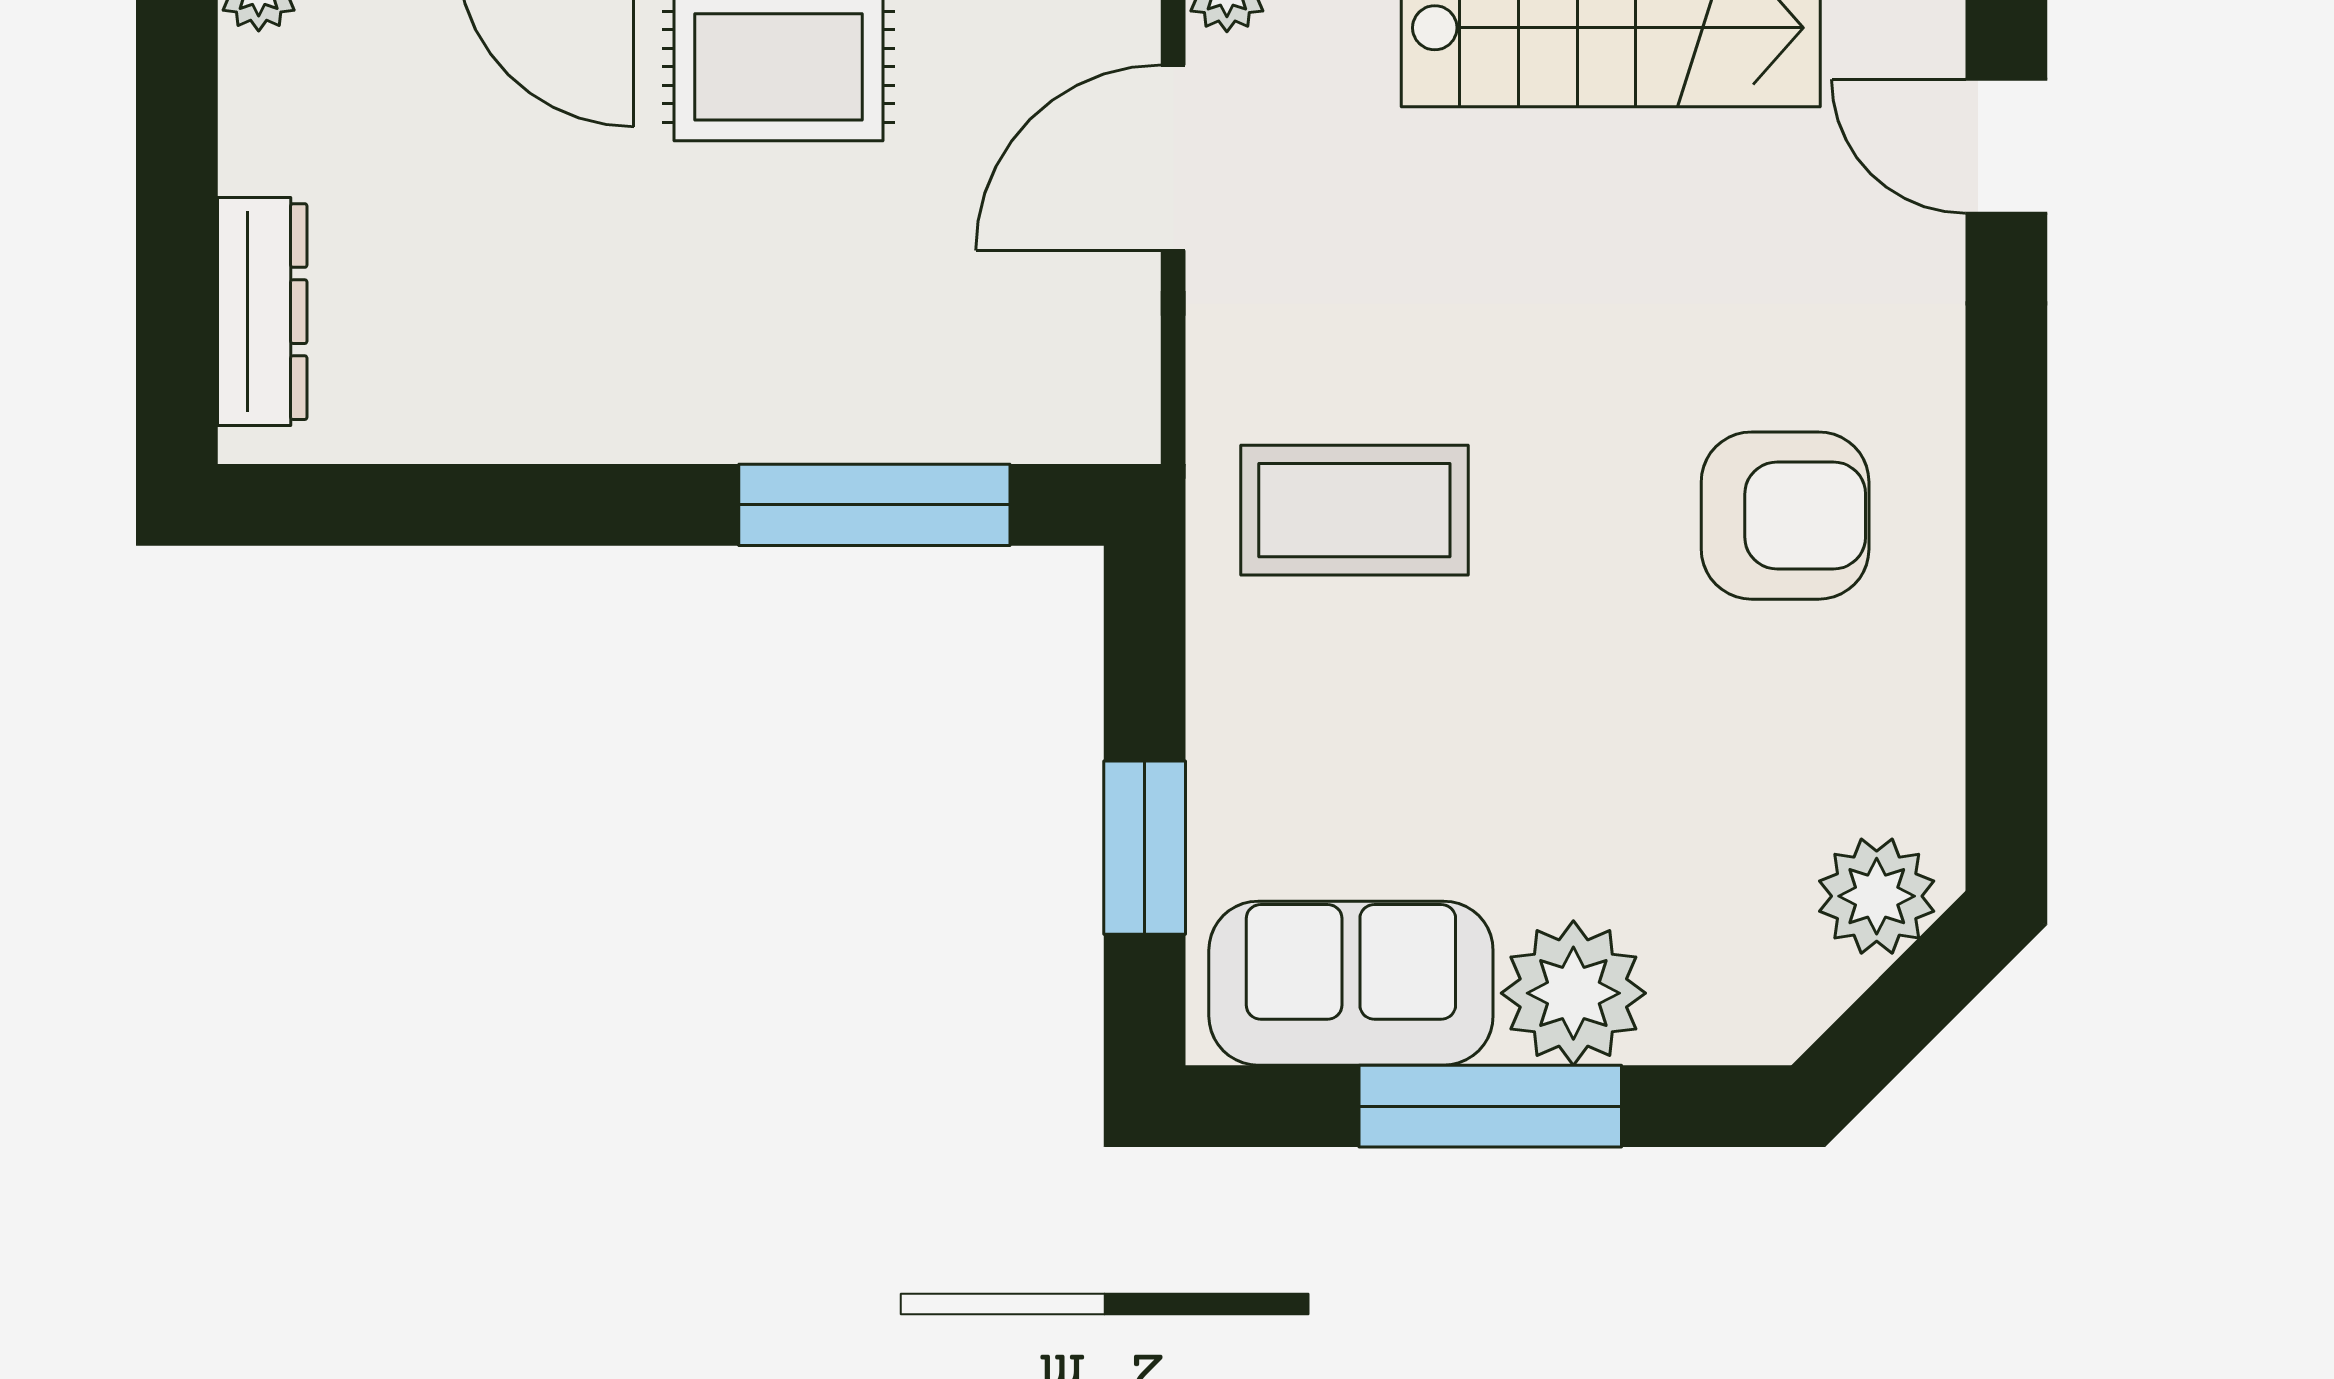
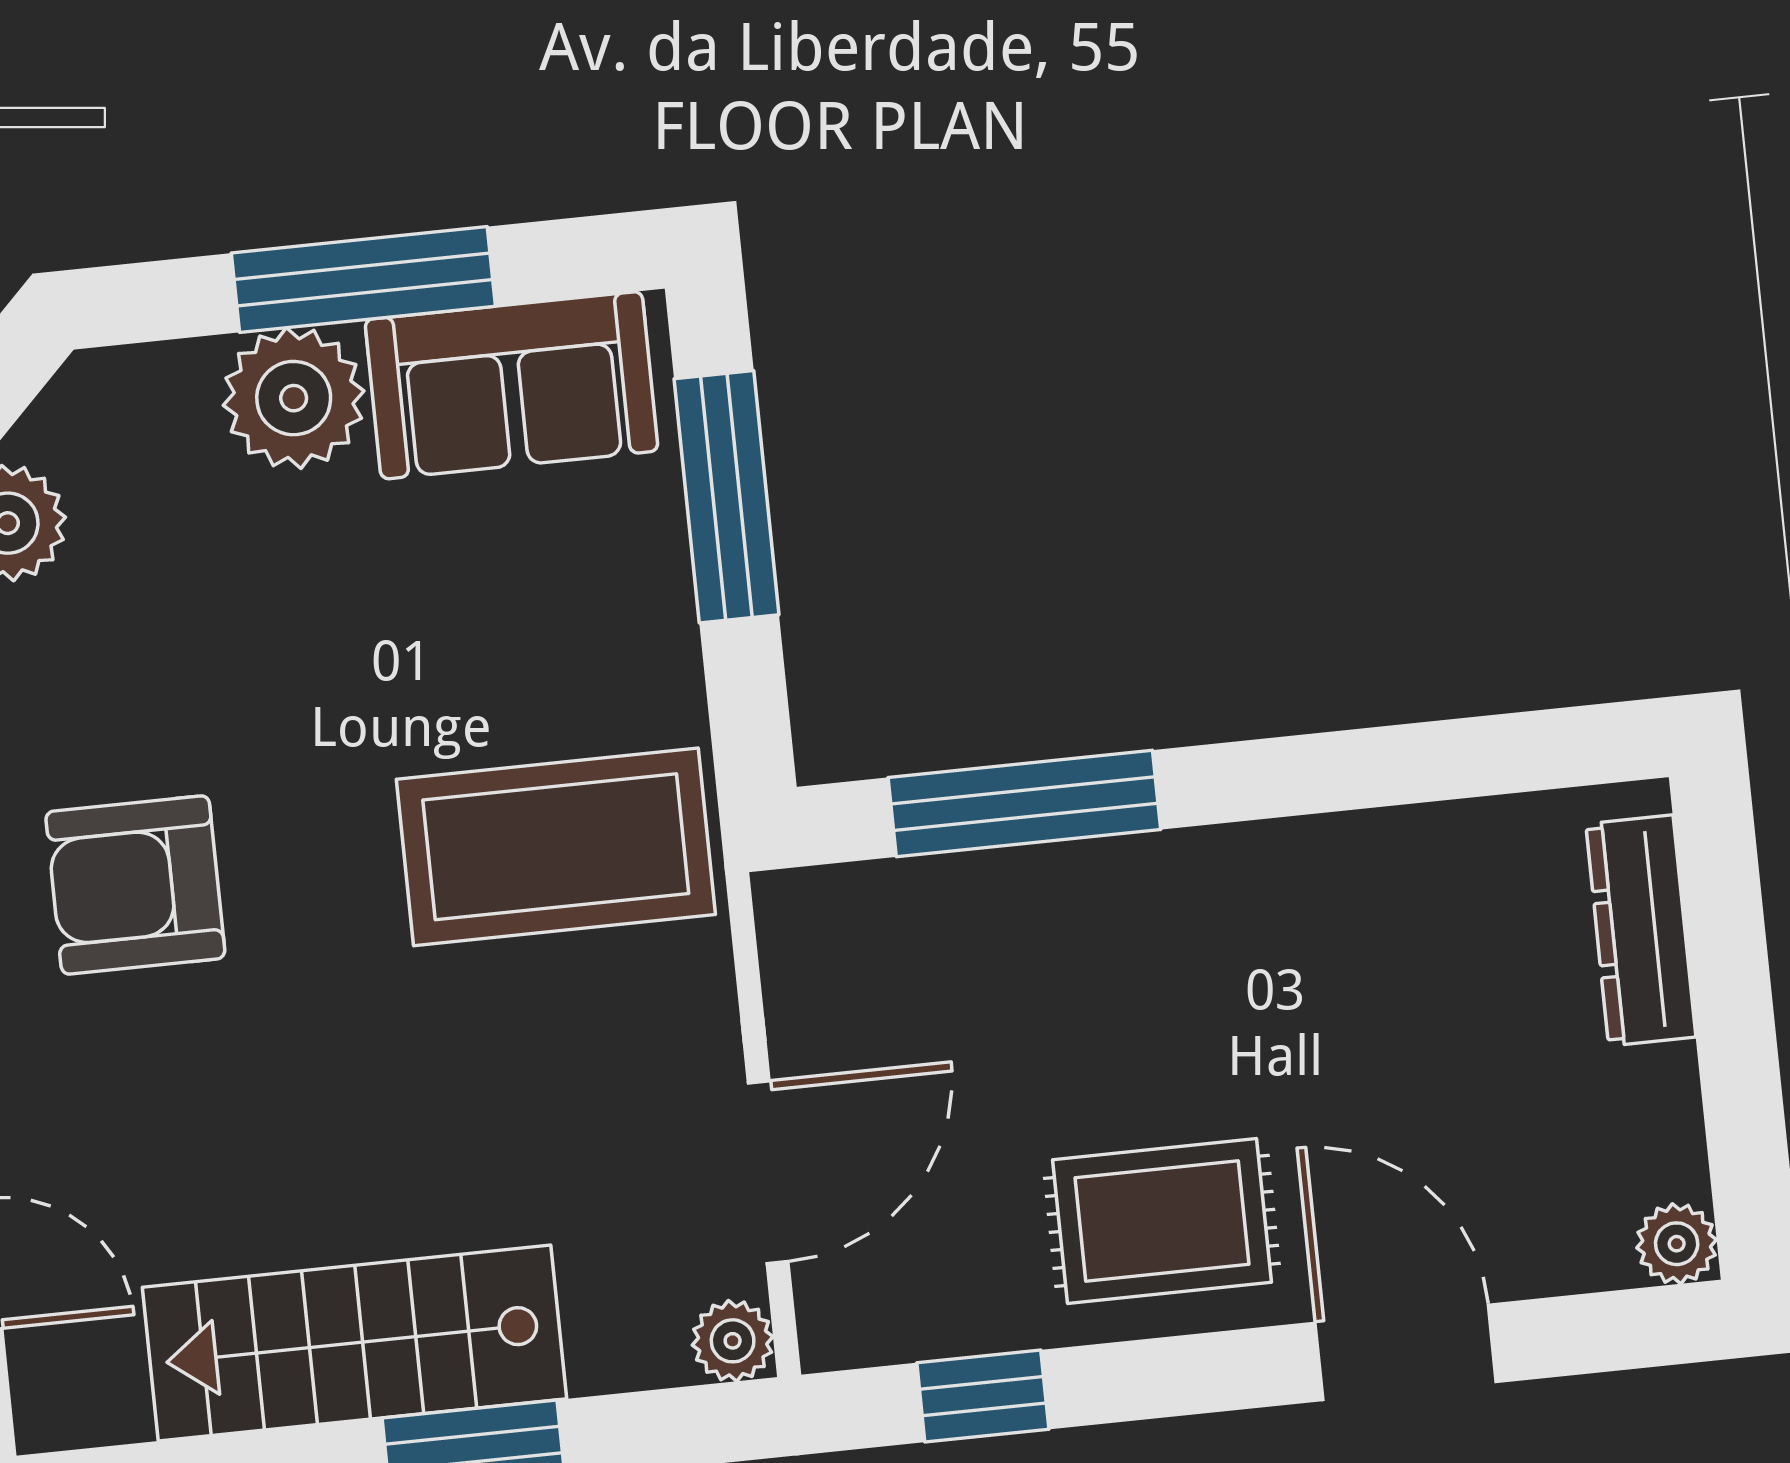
coffee table: (1354, 510) -> (556, 847), width x1.36, depth x1.32
window: (1145, 848) -> (726, 497), width x1.44

